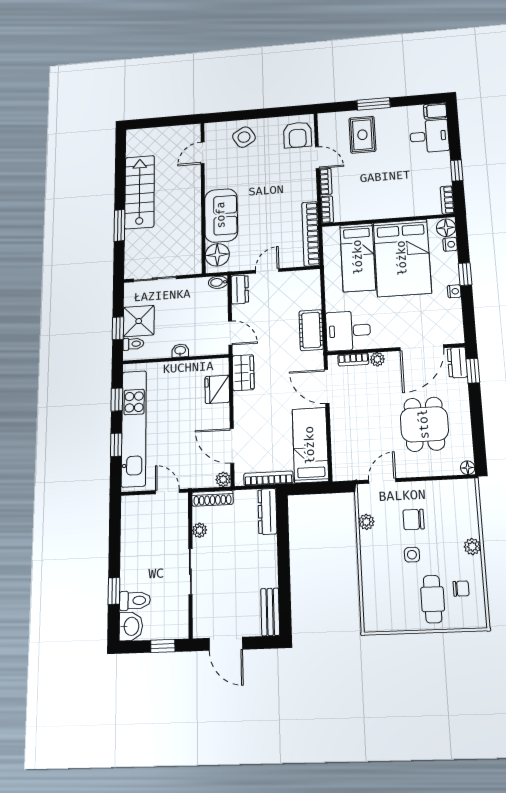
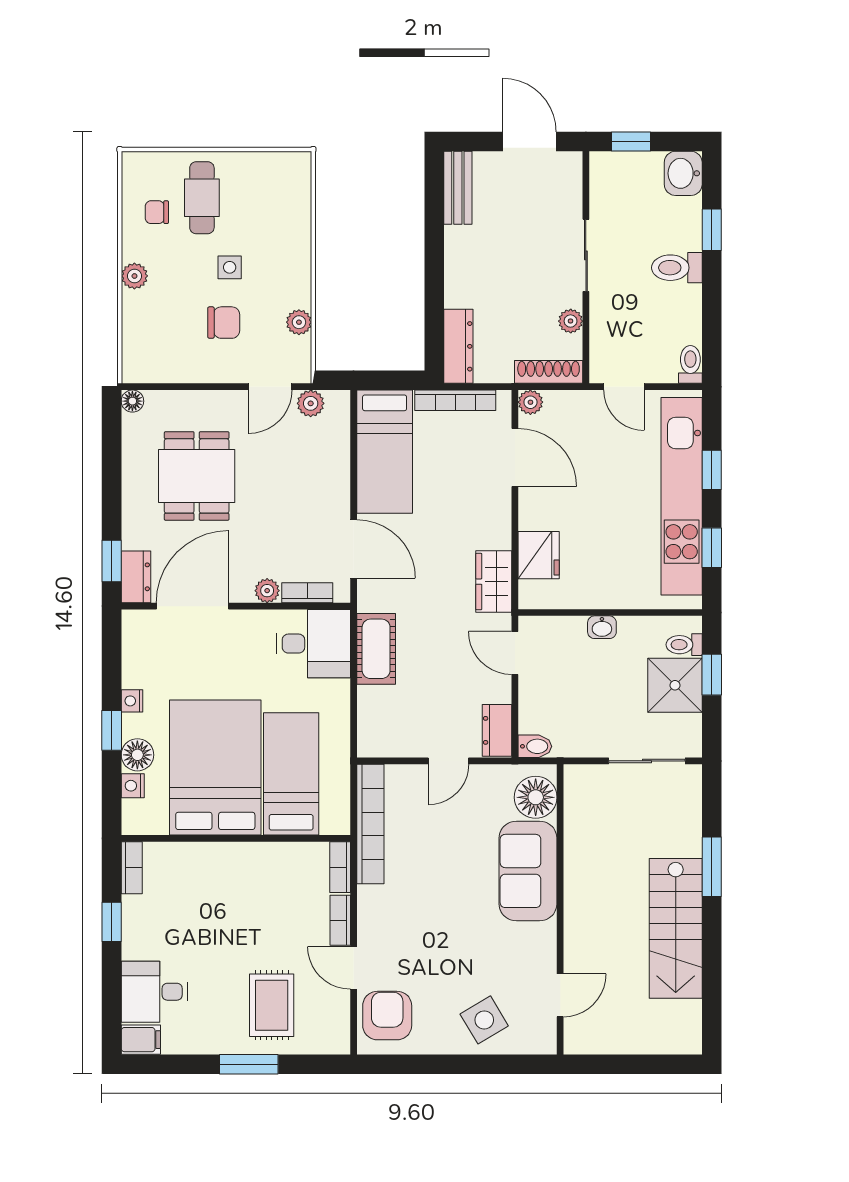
floor lamp: (446, 228) -> (137, 755), moved
plant: (357, 472) -> (311, 403), added
toilet: (128, 507) -> (690, 364), added
toilet: (135, 600) -> (677, 268), moved

